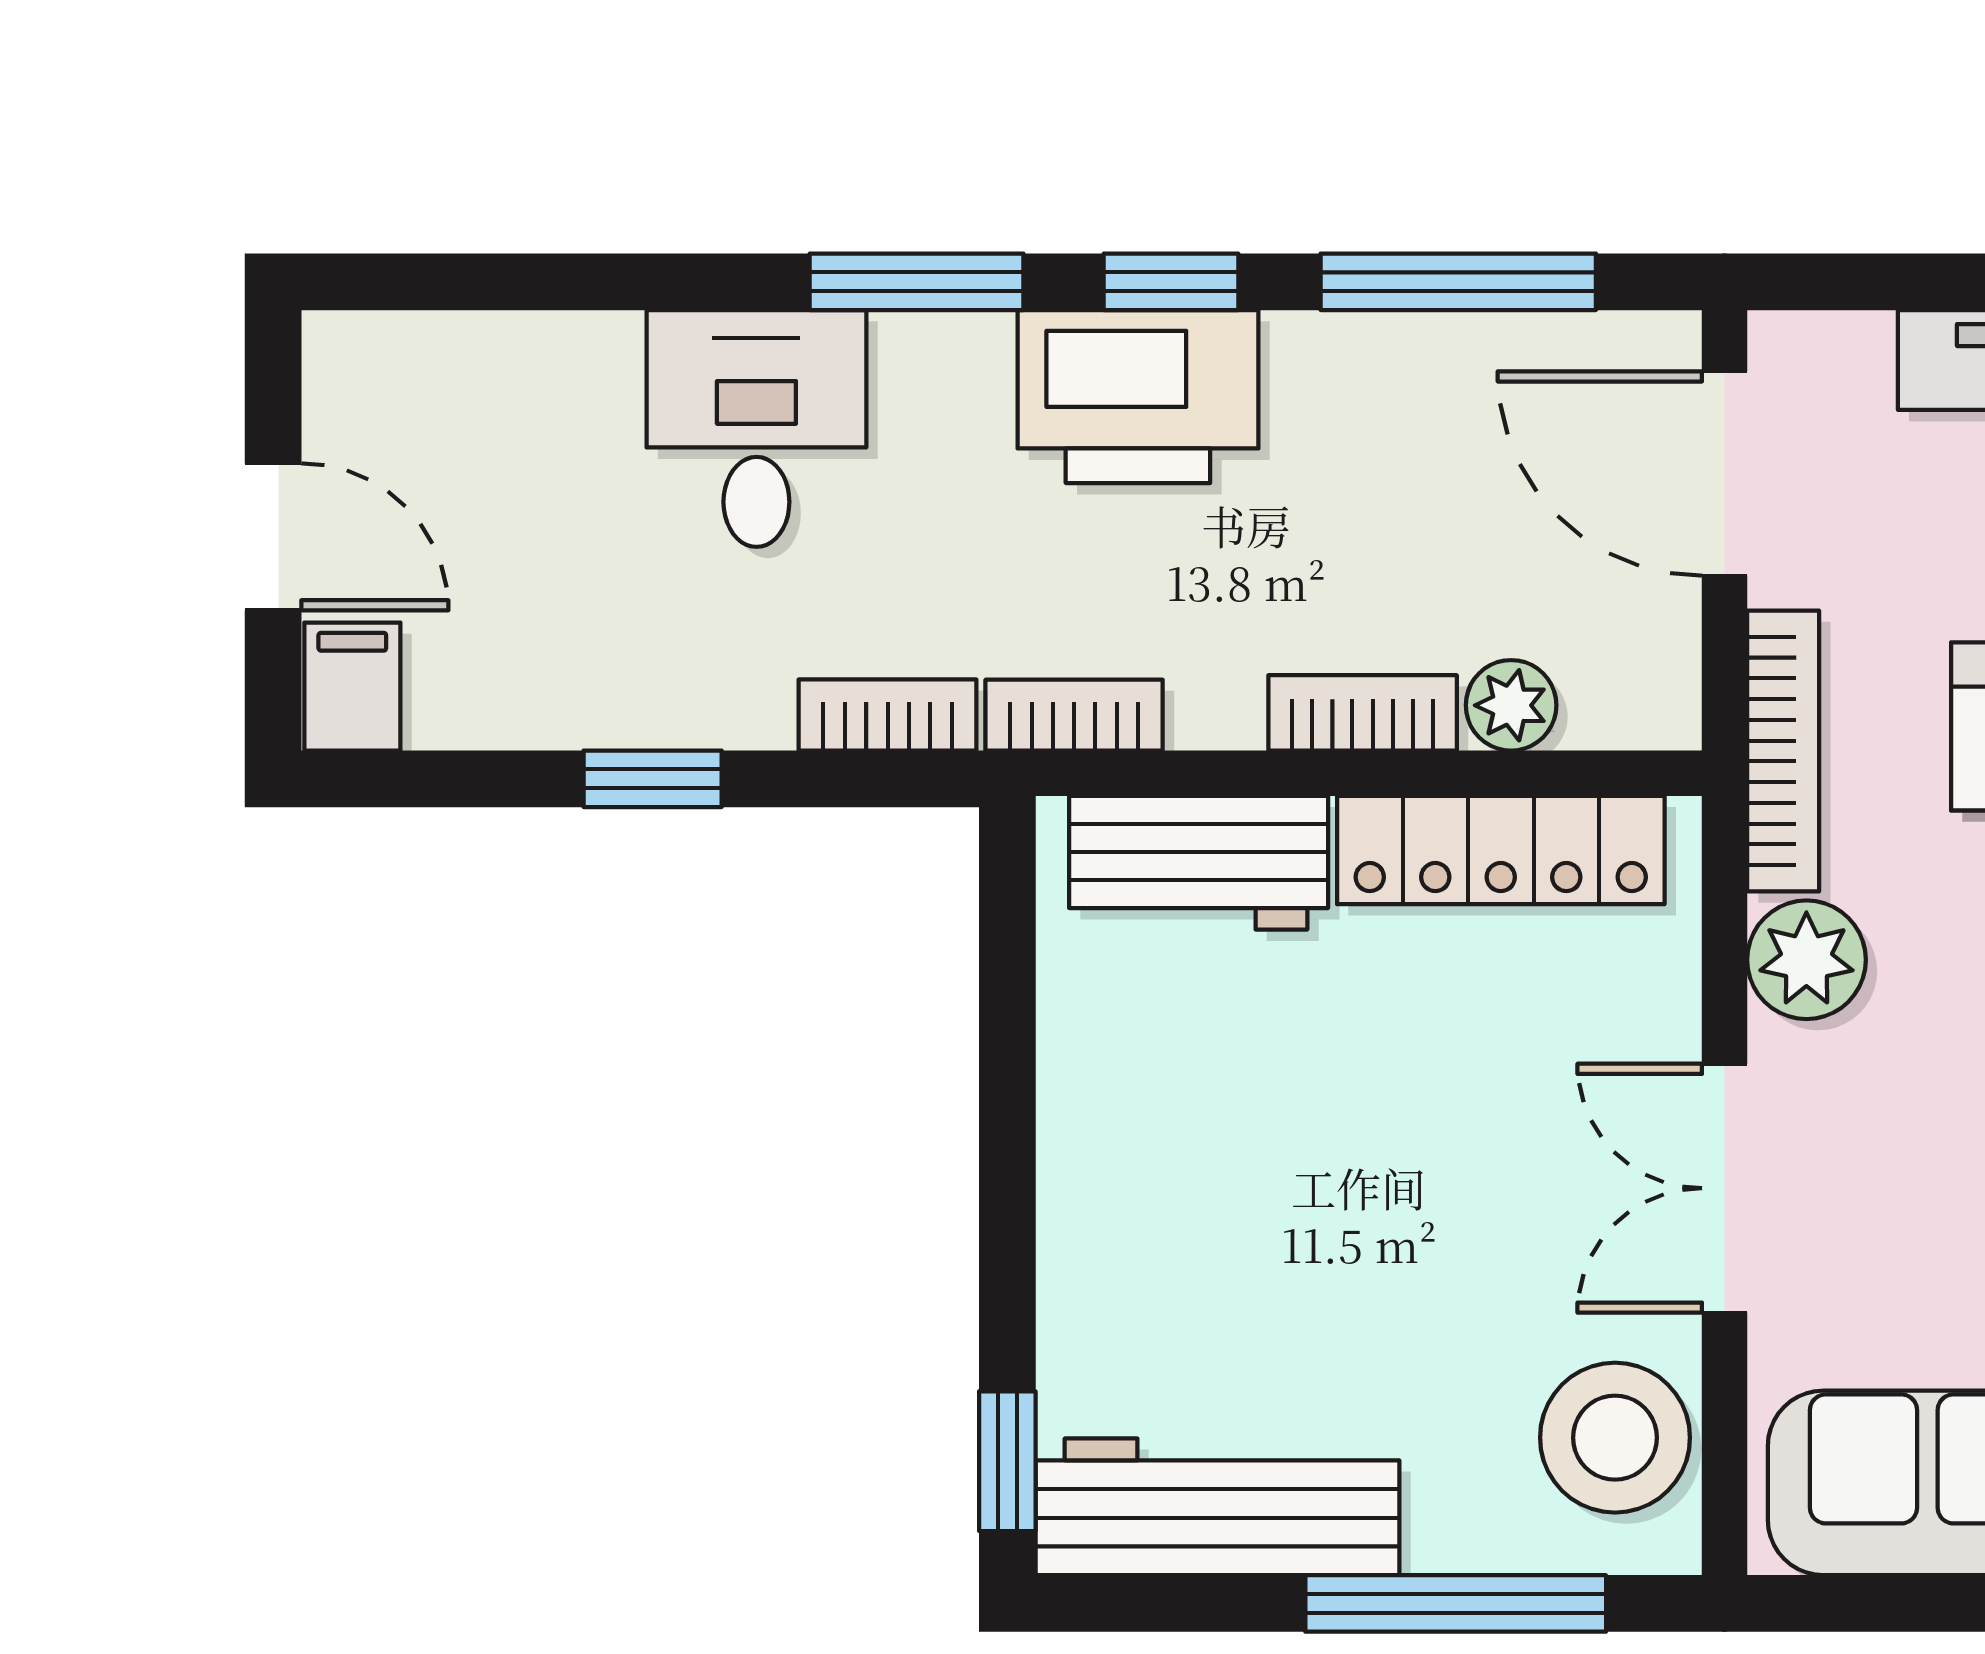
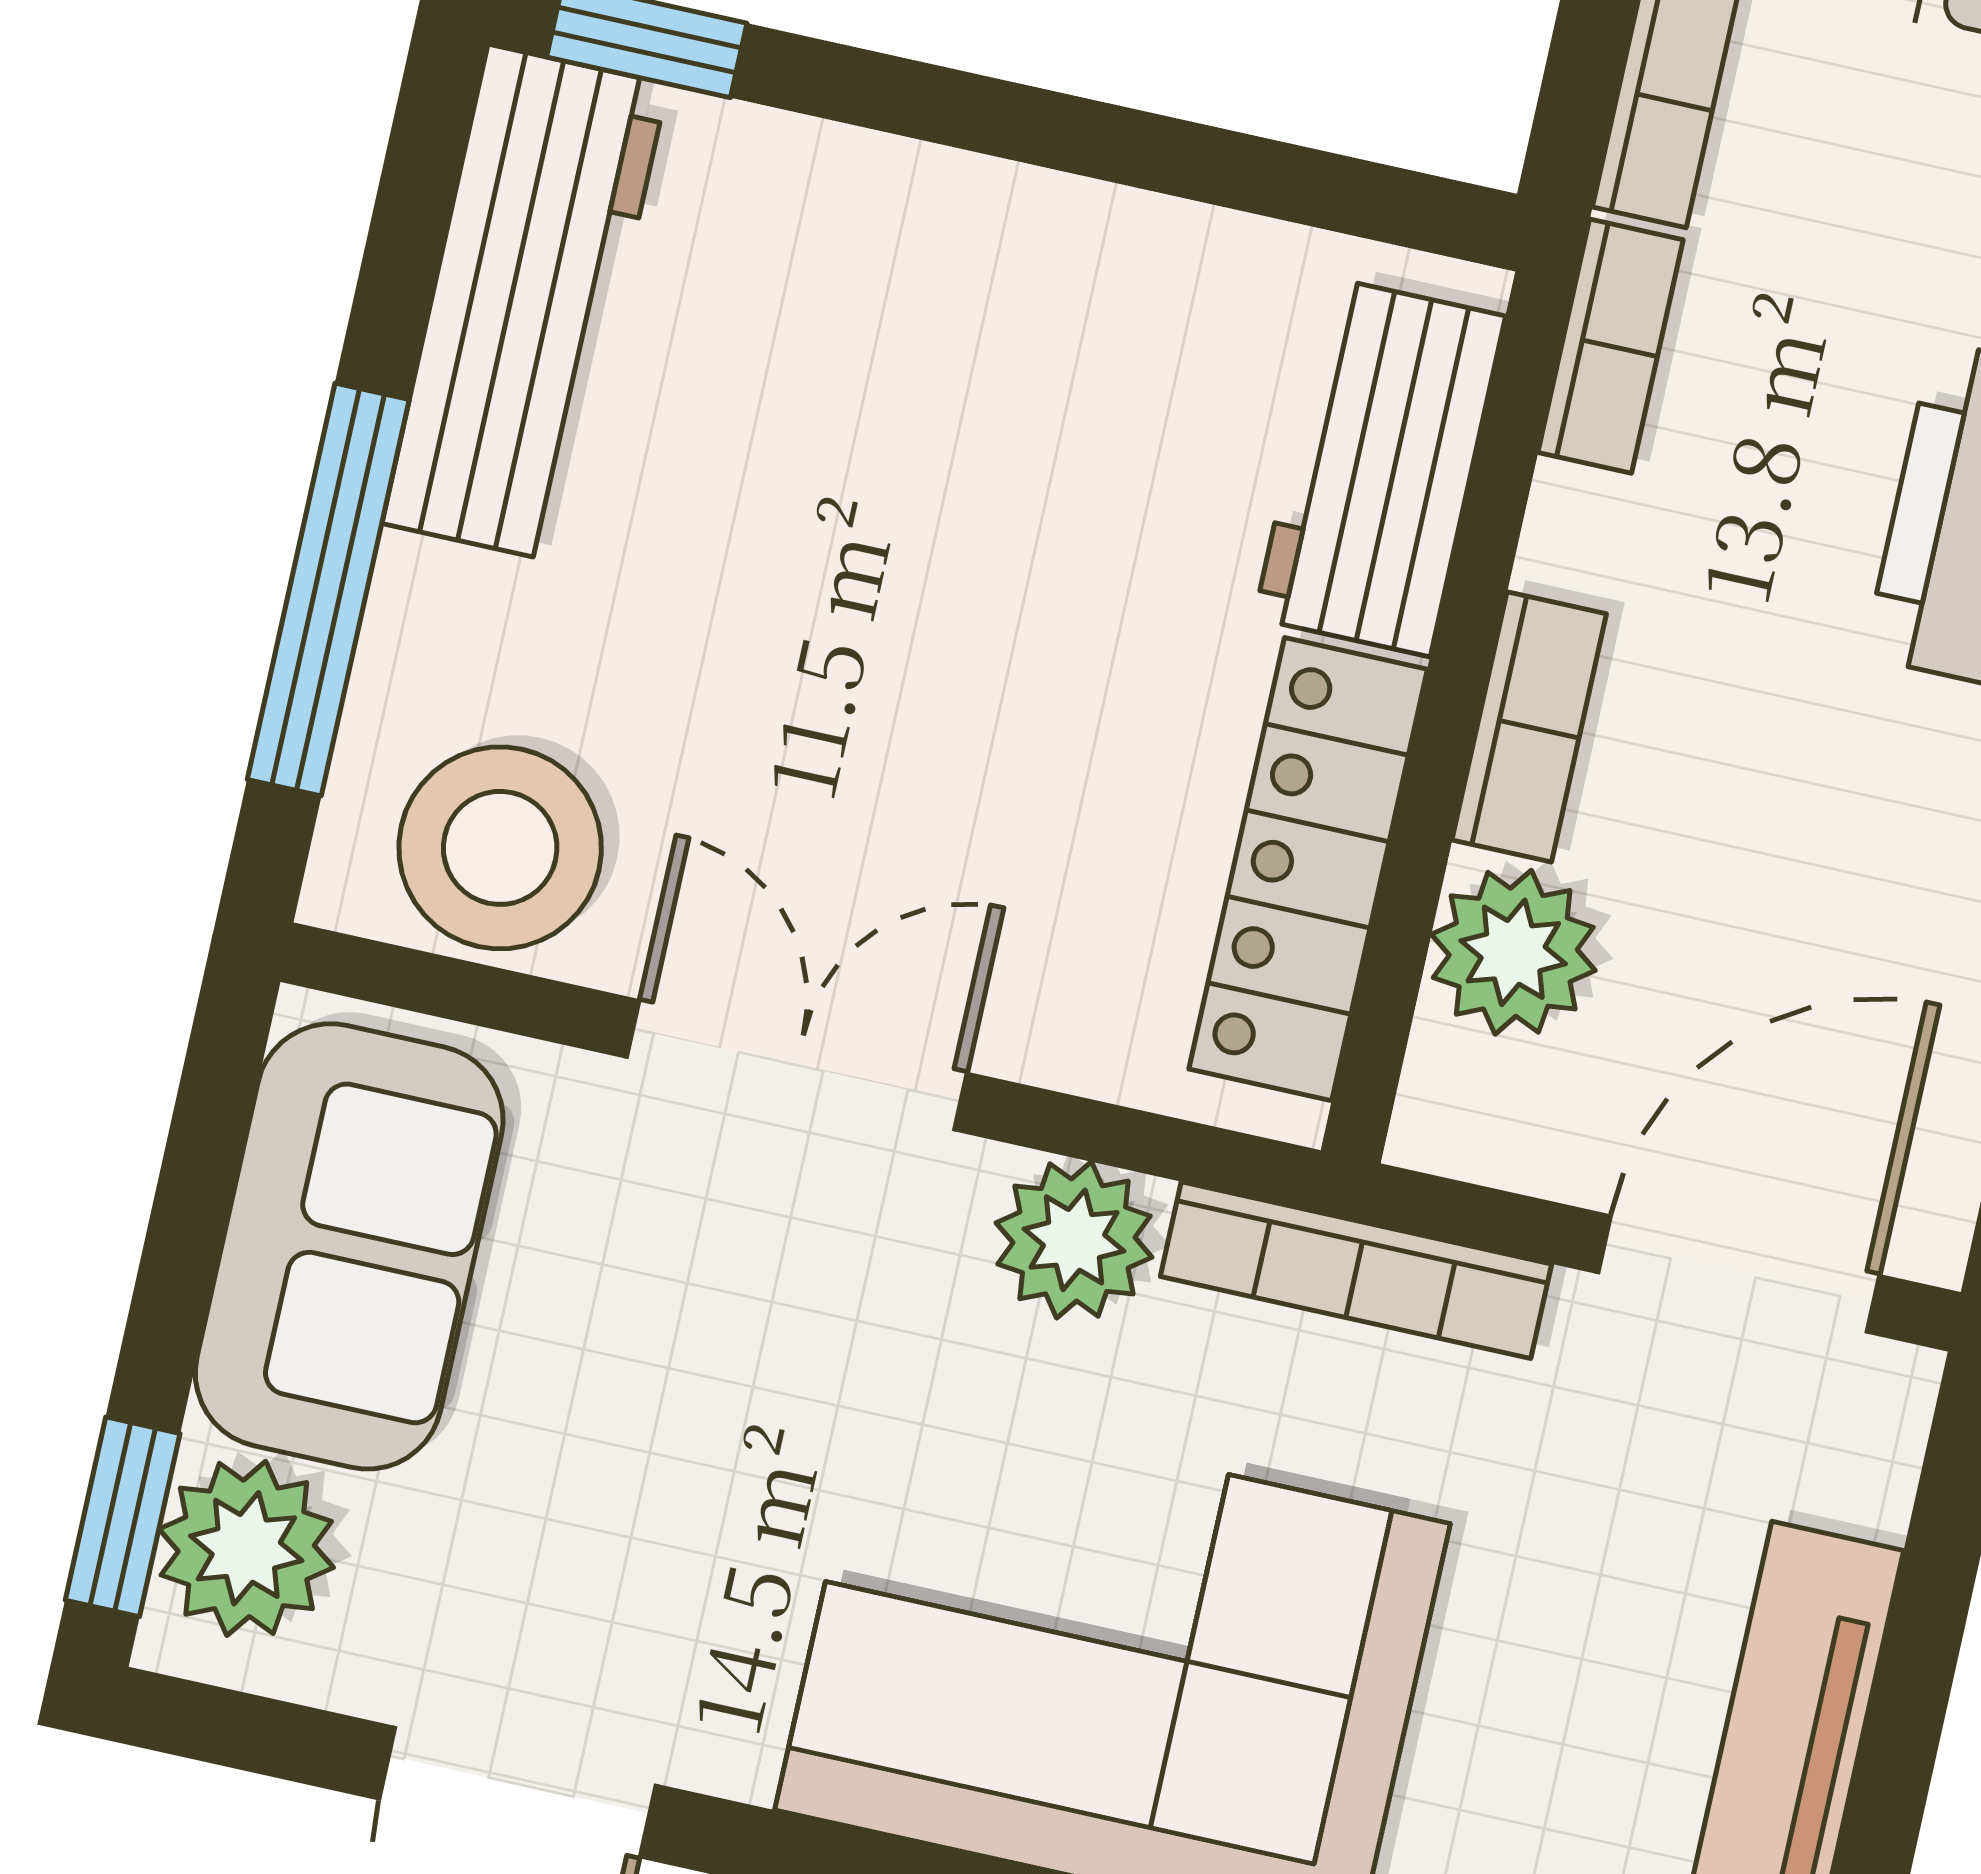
plant: (1511, 705) -> (1513, 952), width x1.38, depth x1.38

